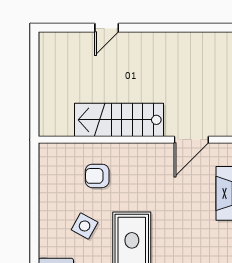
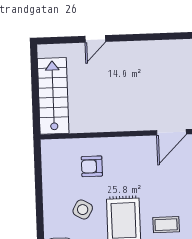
stairs: (119, 120) -> (53, 96), moved, turned 90
coffee table: (181, 247) -> (166, 225), added

